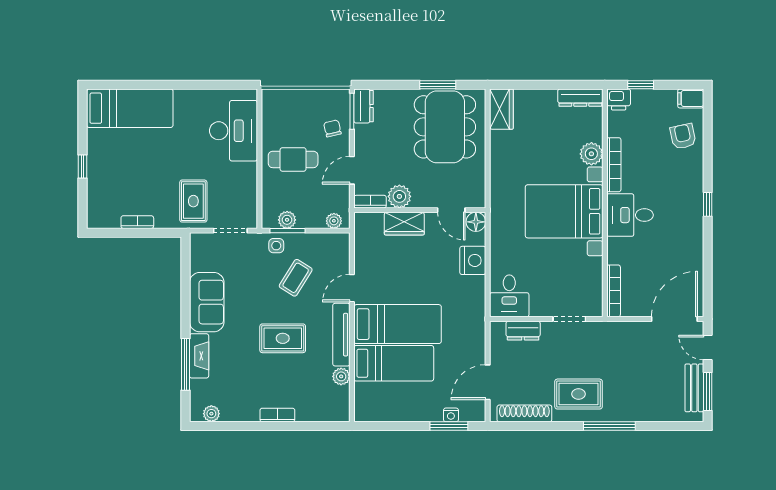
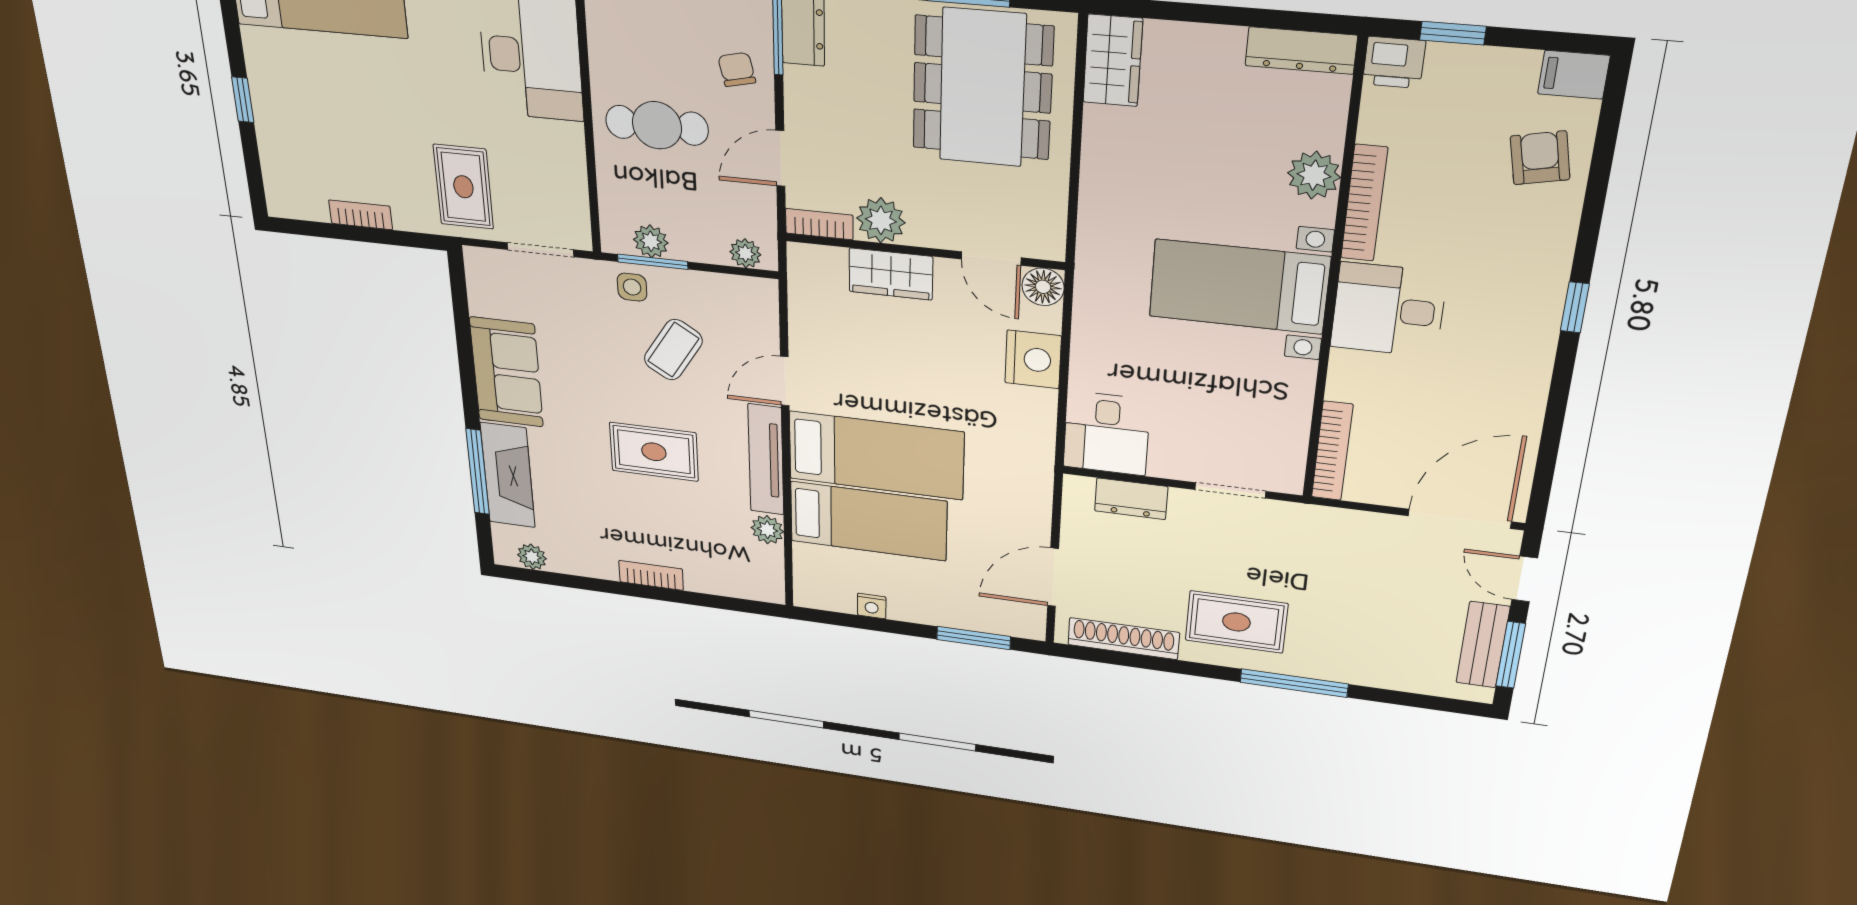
bed with nightstands: (564, 211) -> (1239, 287), width x0.73
fireplace: (199, 356) -> (508, 475), width x1.37, depth x1.32
nightstand: (451, 415) -> (872, 606), moved

